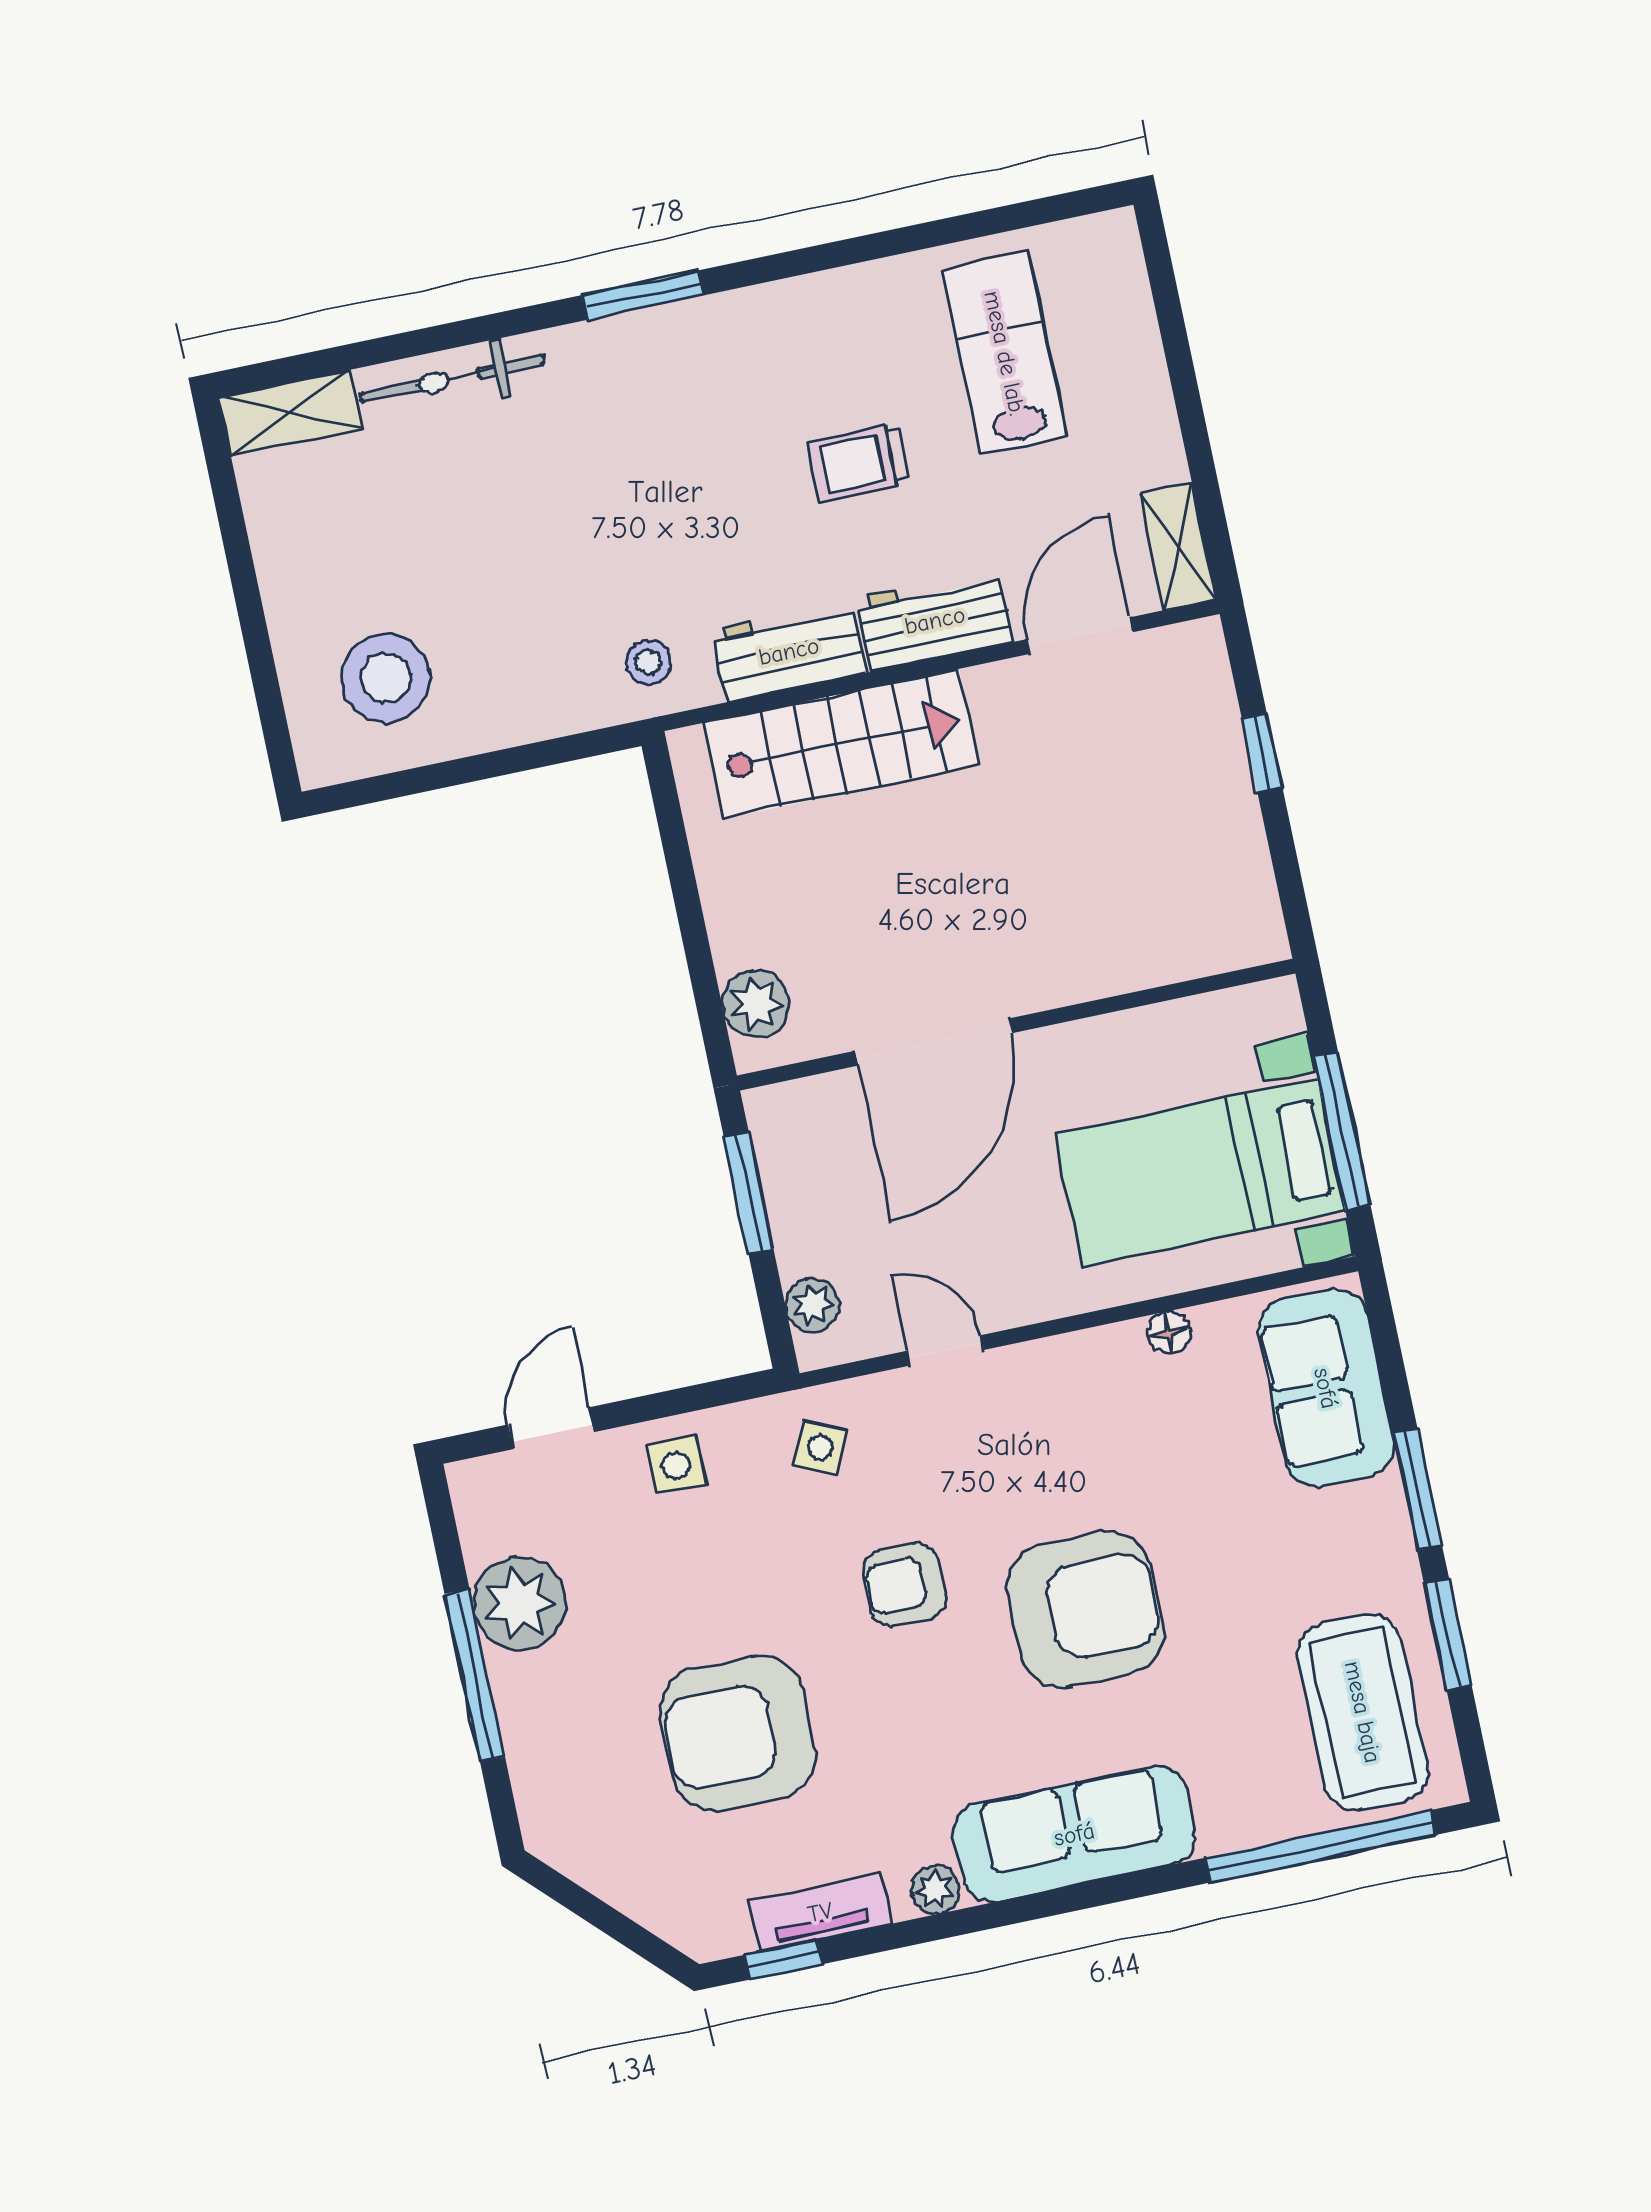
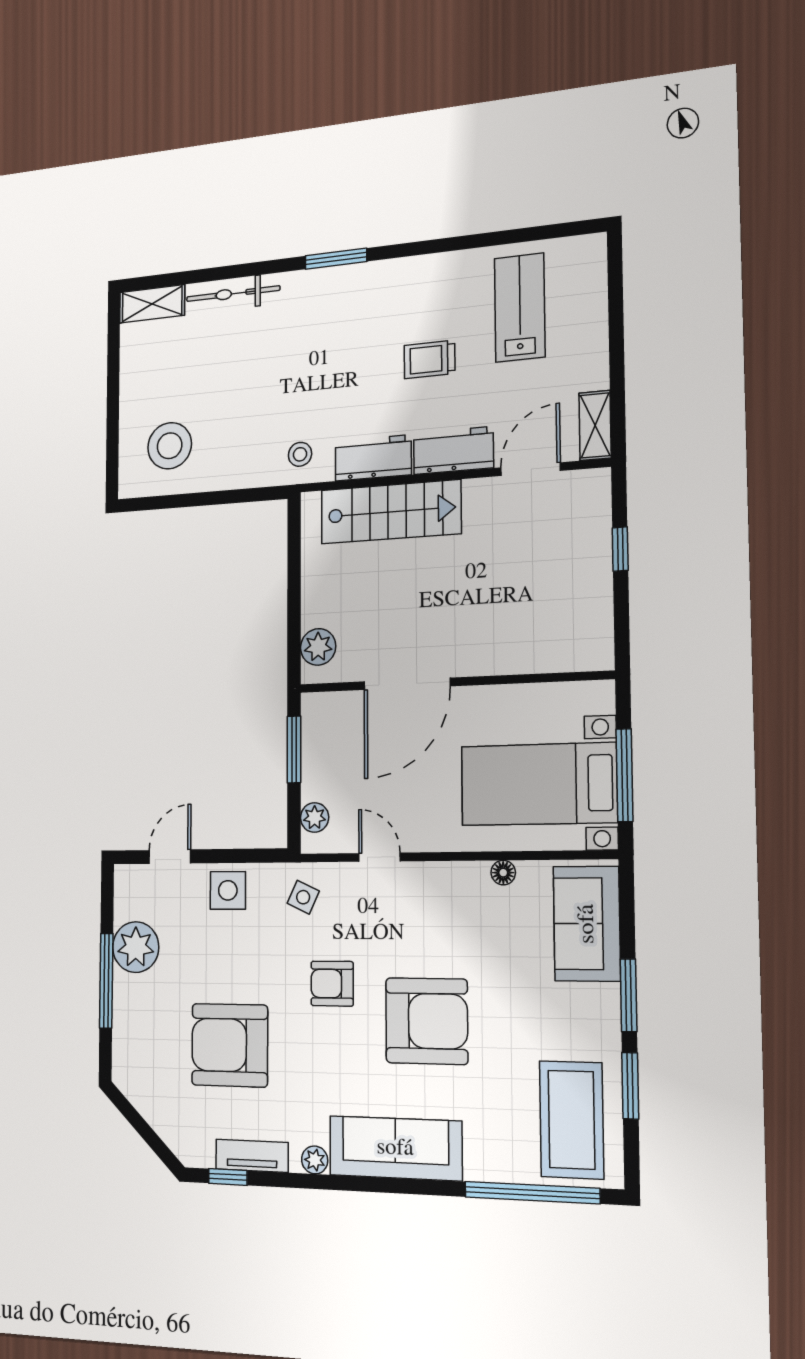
side table: (676, 1465) -> (228, 890), width x1.37, depth x1.37

